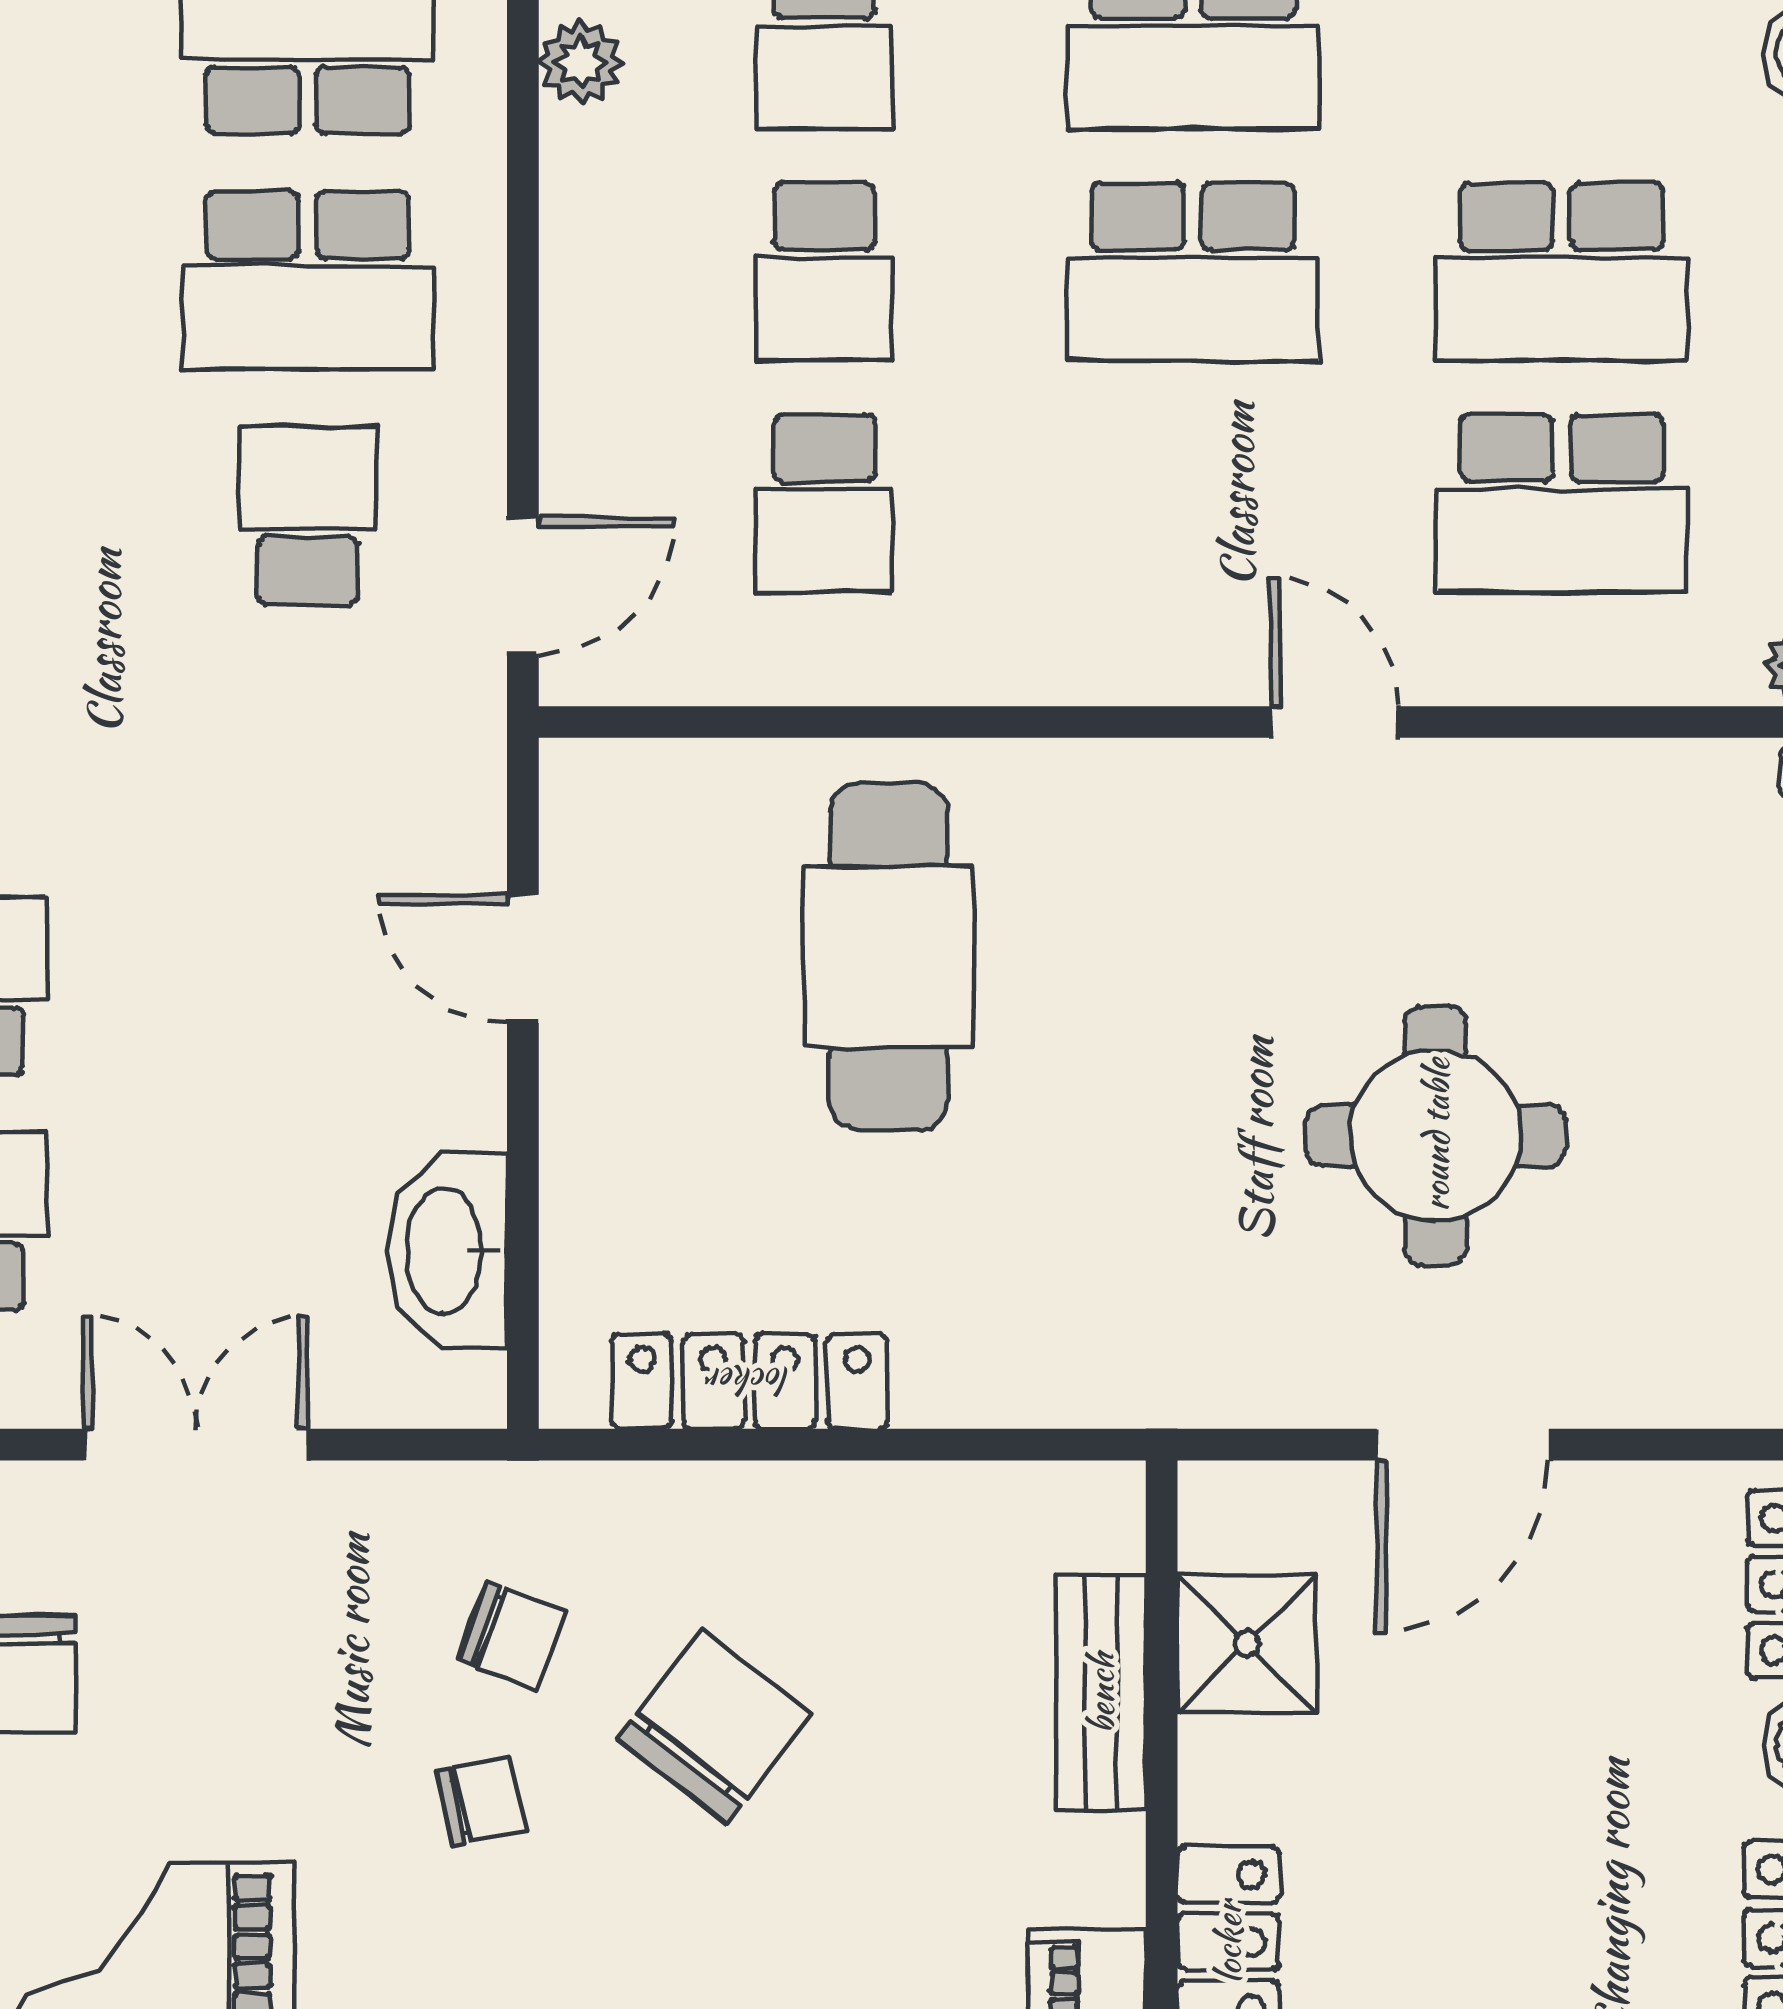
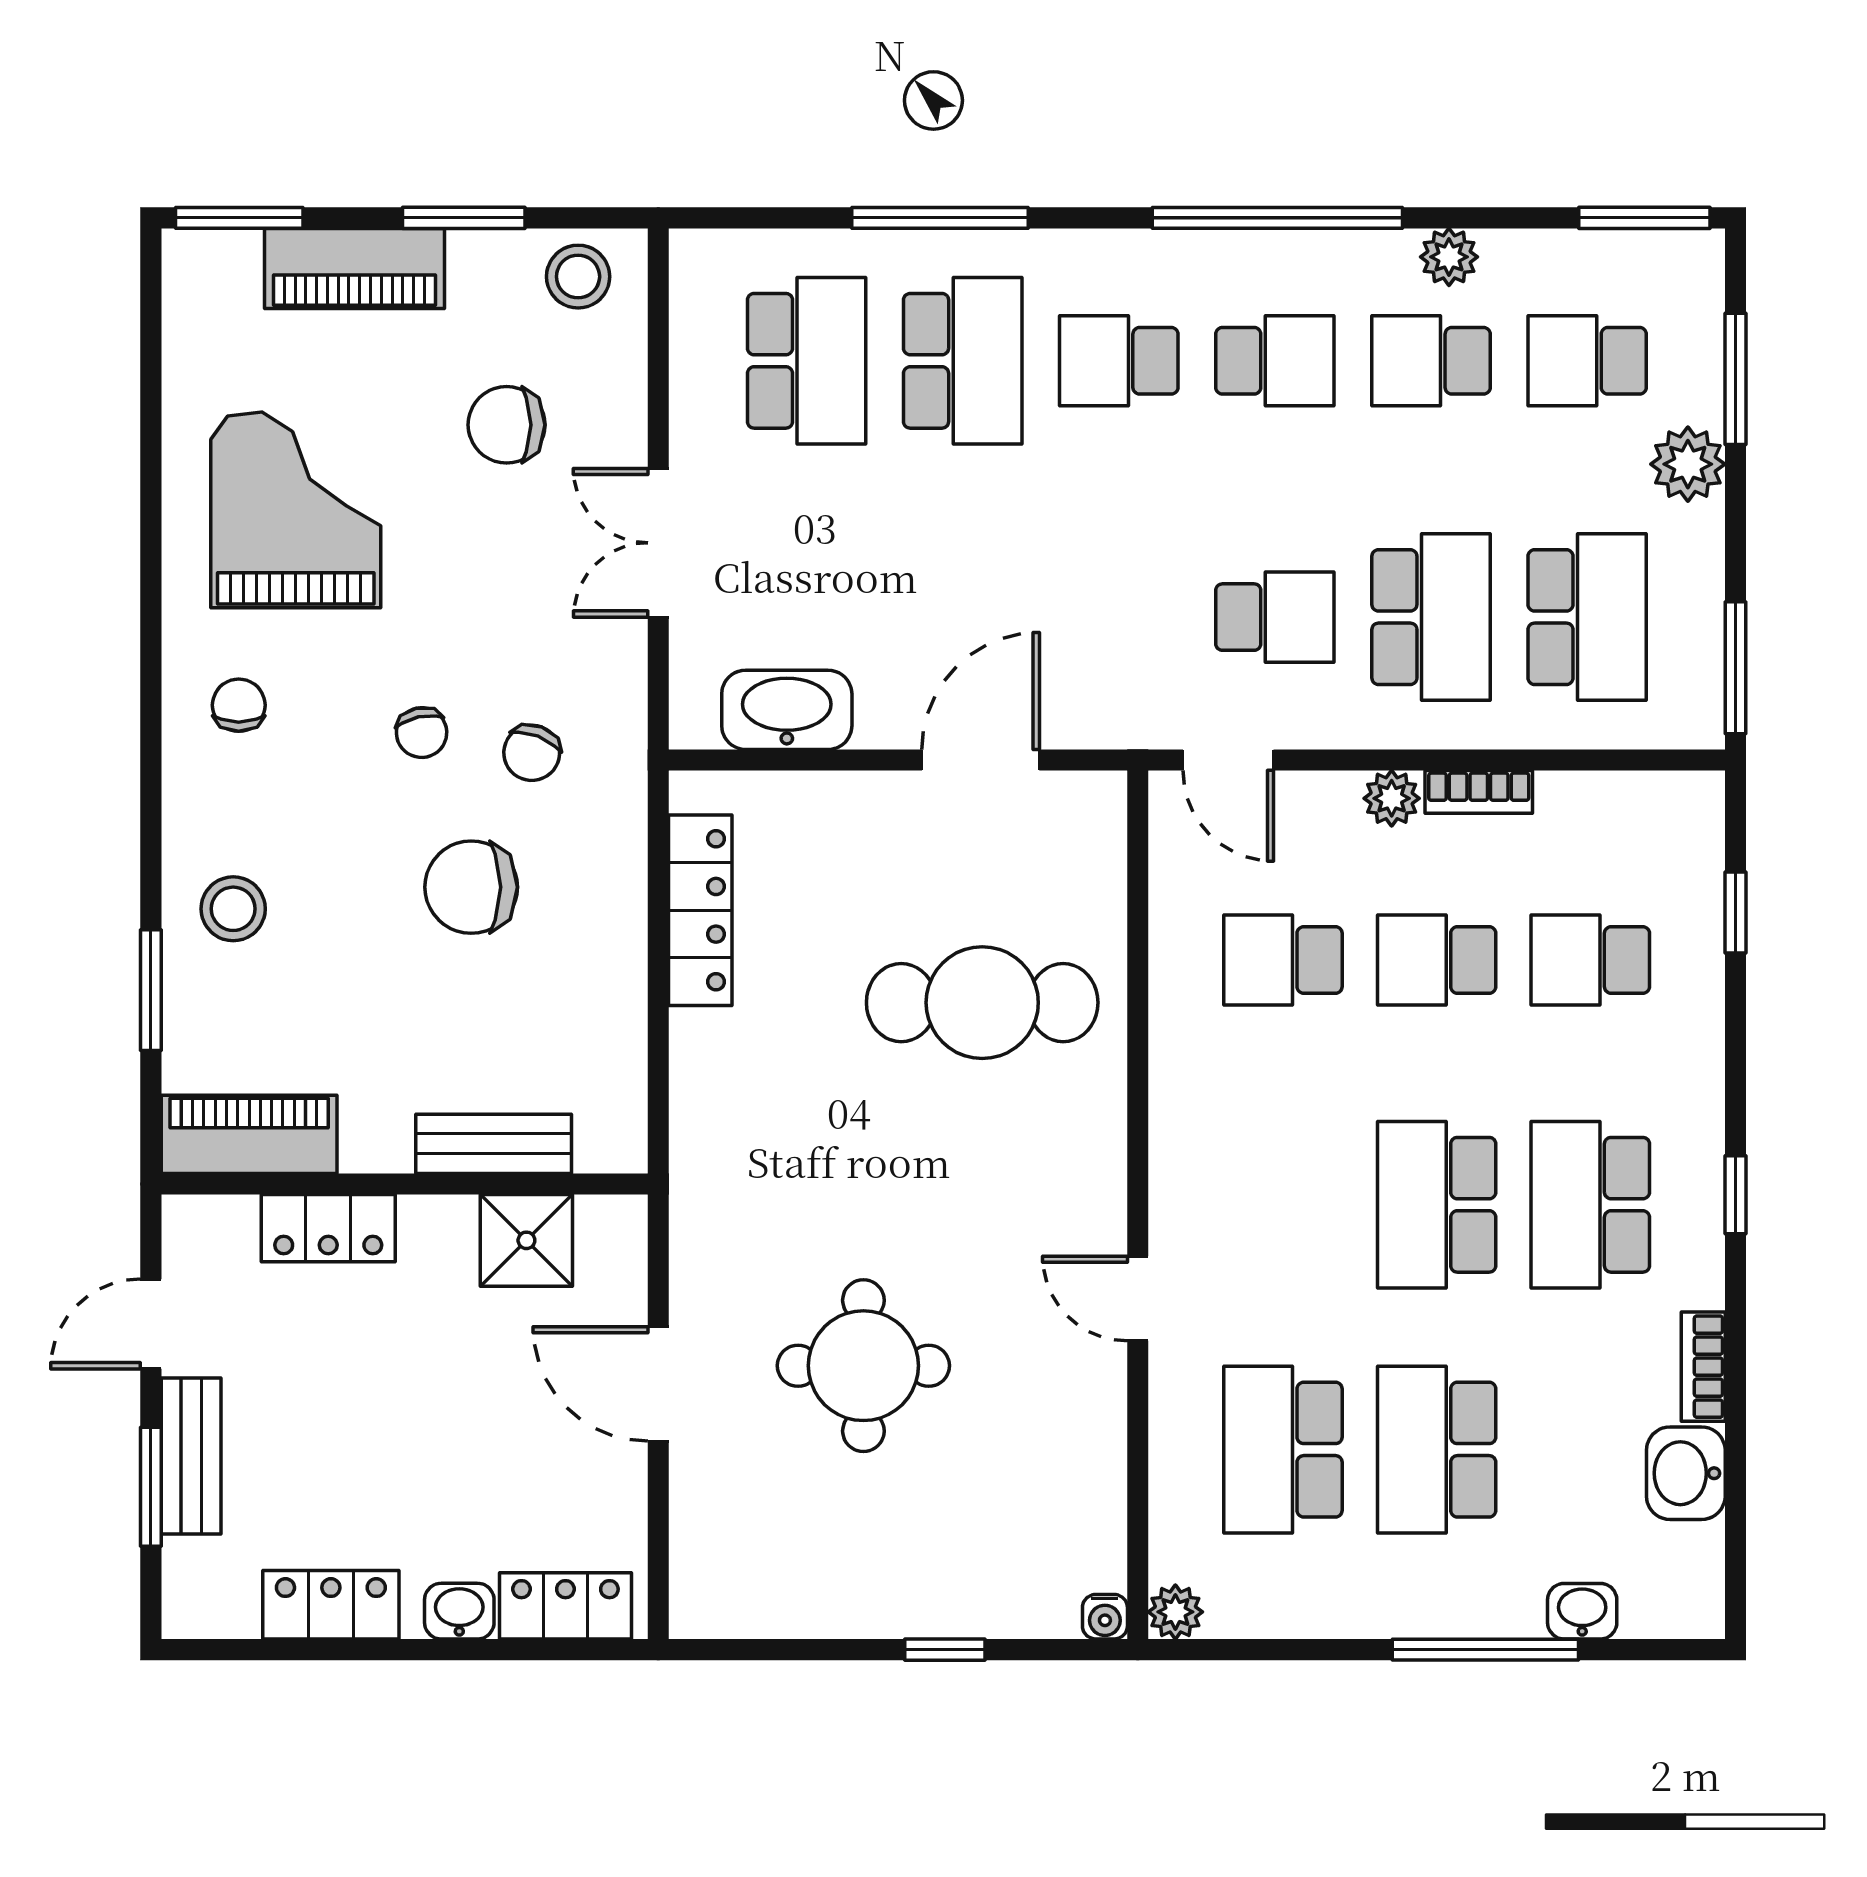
plant: (581, 62) -> (1392, 798), moved
bookcase: (571, 208) -> (1479, 792), added
school desk: (308, 280) -> (1431, 617), turned 180
door: (1334, 722) -> (1138, 1298), swing flipped
door: (523, 959) -> (981, 760), width x1.37
double door: (196, 1445) -> (658, 543), swing flipped
chair: (714, 1726) -> (471, 887), turned 143

